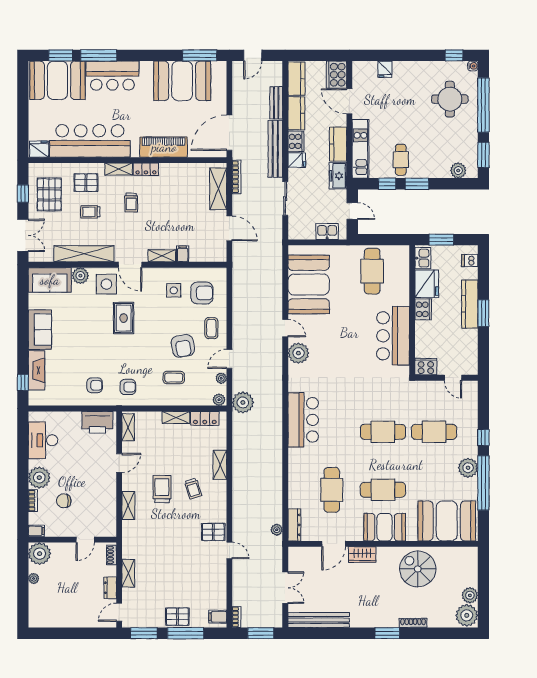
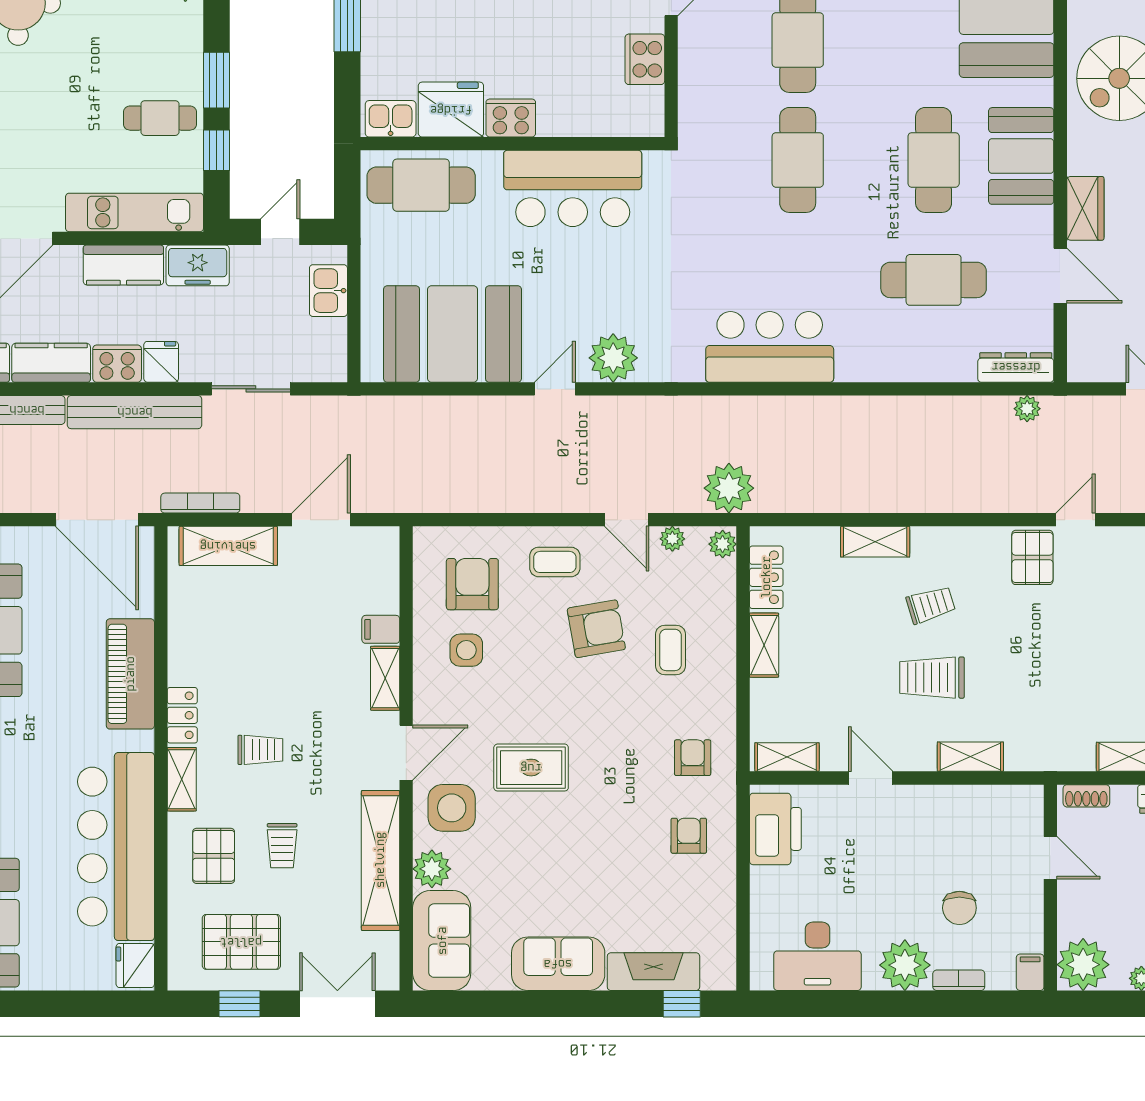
kitchen sink: (423, 258) -> (391, 119), moved
fridge: (427, 284) -> (451, 110), moved
cooker: (423, 309) -> (511, 118), moved
wall: (412, 310) -> (512, 144), moved
bar counter: (393, 336) -> (573, 188), moved

